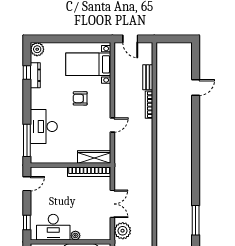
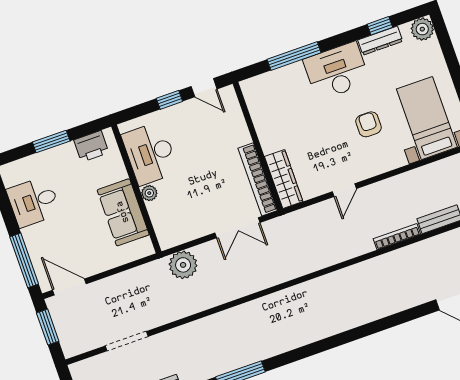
door: (112, 125) -> (344, 190), hinge flipped
desk: (44, 127) -> (337, 71), moved
window: (27, 140) -> (294, 56), moved
double door: (112, 204) -> (237, 228), moved
window: (27, 222) -> (169, 100), moved

